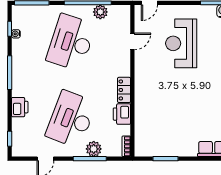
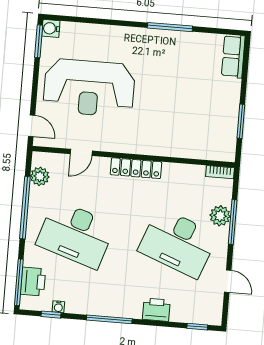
plant: (100, 12) -> (40, 176), moved
door: (132, 41) -> (81, 152), swing flipped
reception desk: (181, 43) -> (89, 88), width x1.36, depth x1.30
locker: (124, 90) -> (136, 168), width x1.53
printer: (122, 114) -> (33, 282), moved, turned -90

